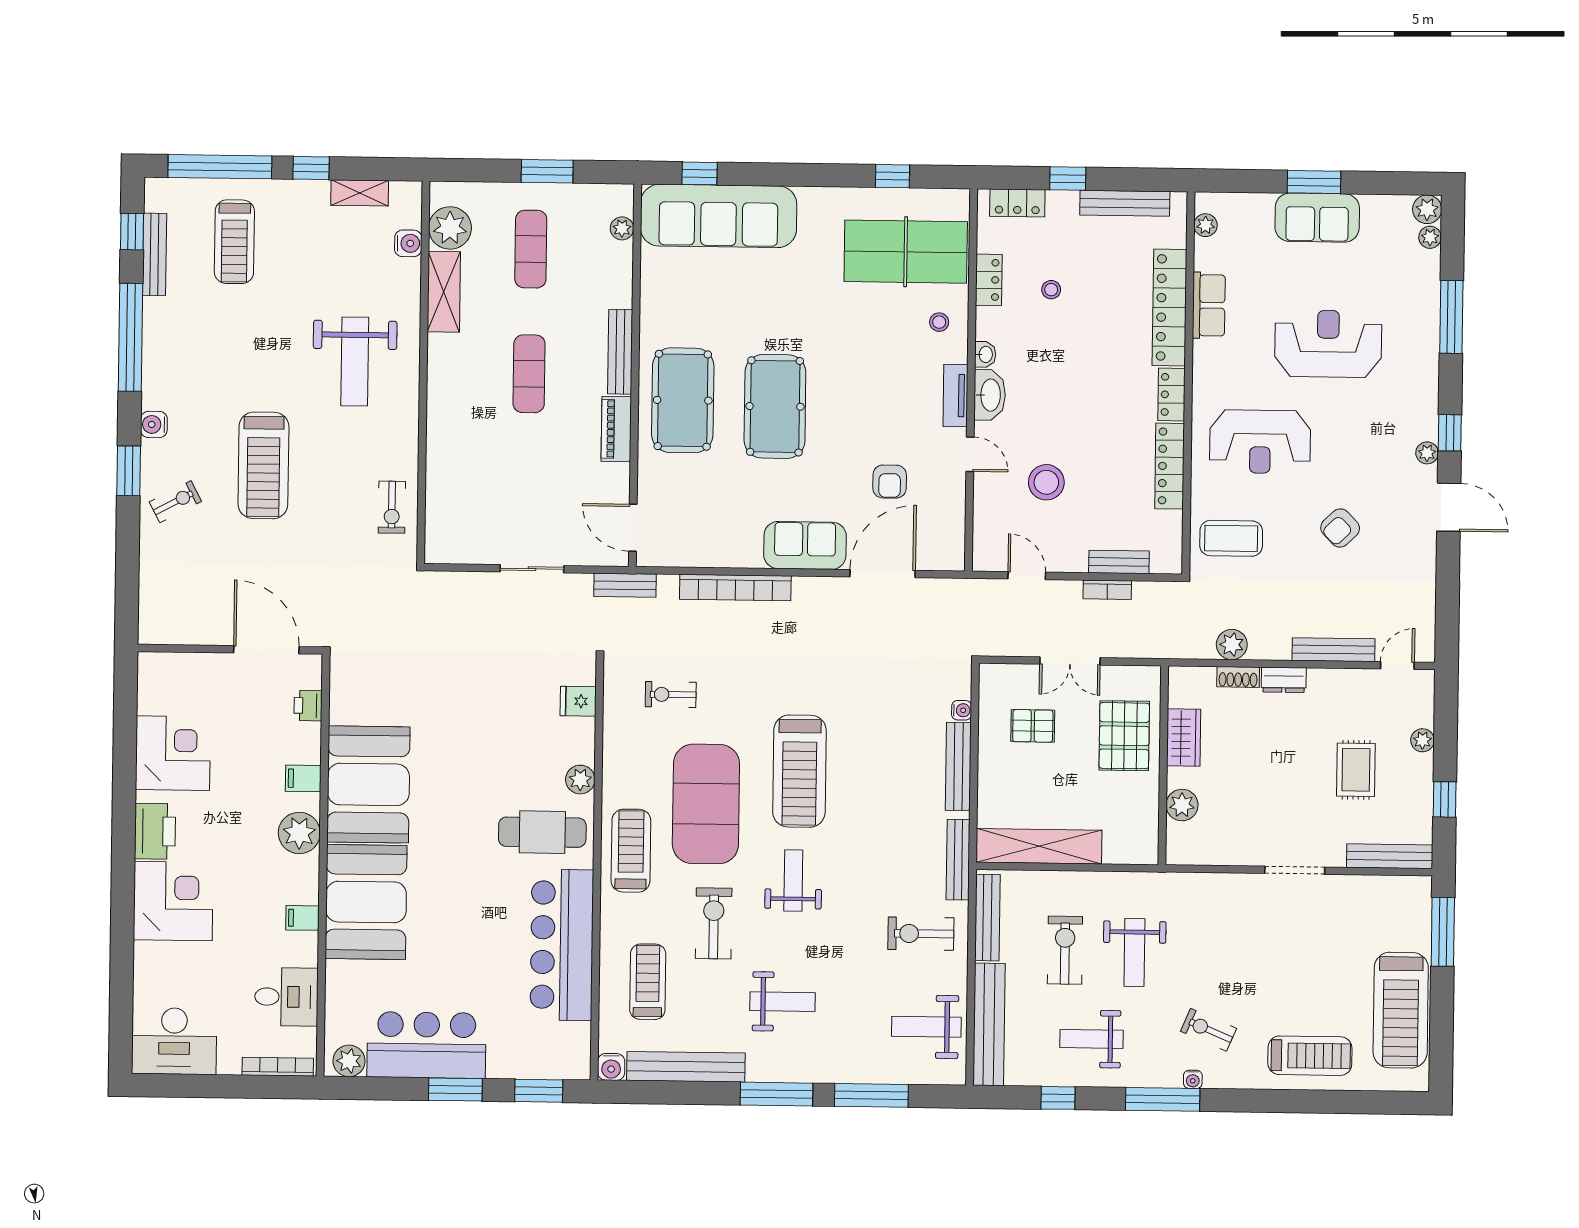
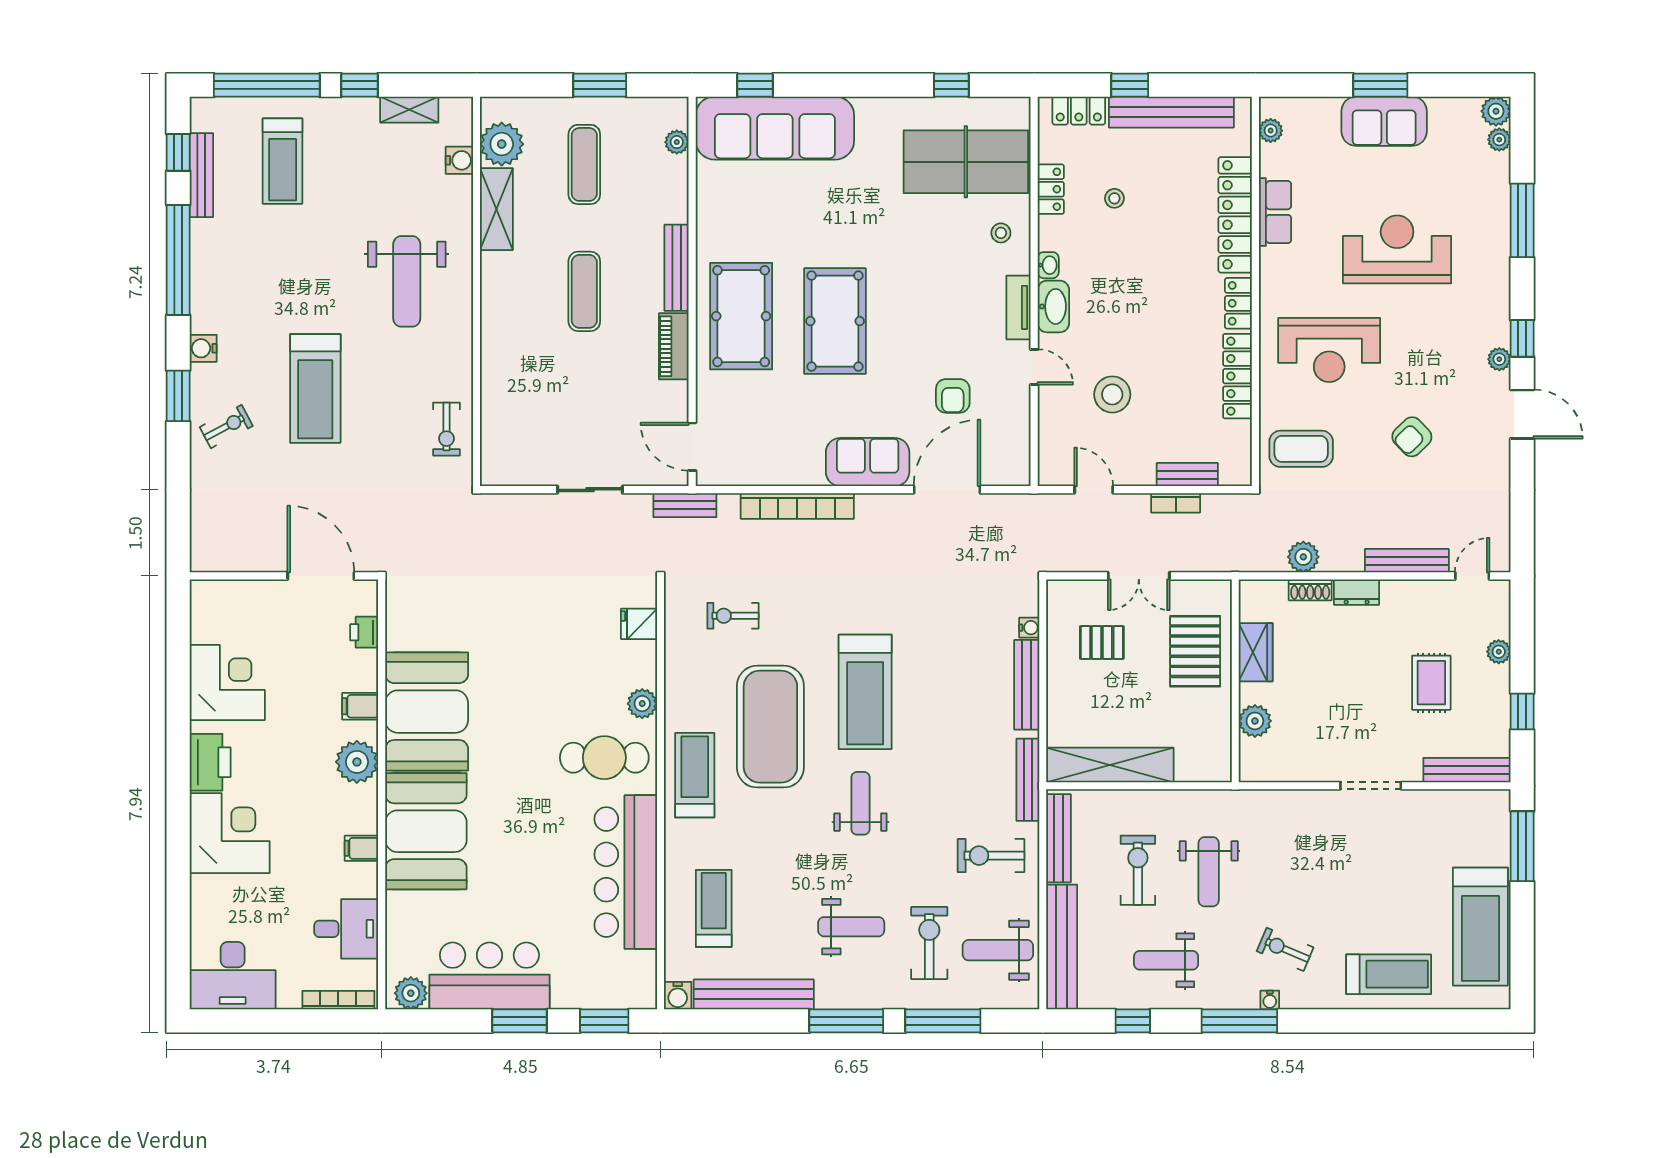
bench: (1125, 203) -> (1171, 112), width x1.37, depth x1.21
exercise bike: (714, 923) -> (929, 943), moved

